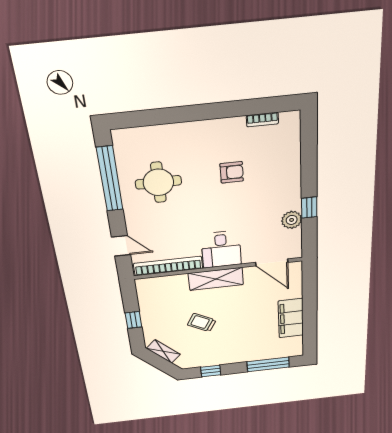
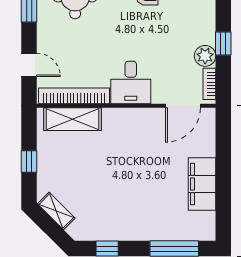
bookcase: (296, 242) -> (209, 84), added
door: (272, 262) -> (183, 106), hinge flipped
shelving: (216, 279) -> (73, 119), moved
trolley: (202, 323) -> (103, 176), removed

